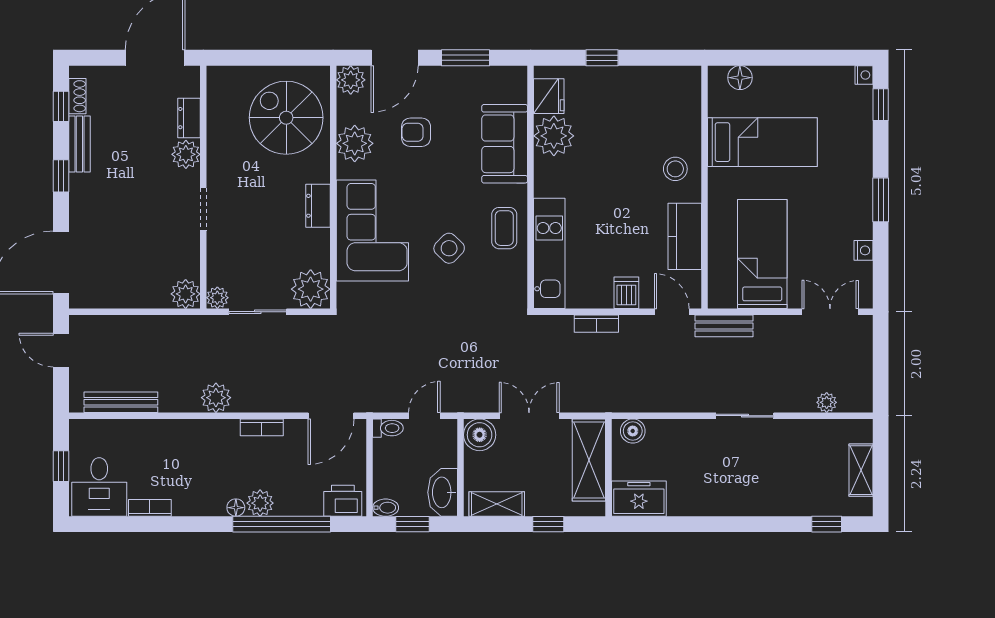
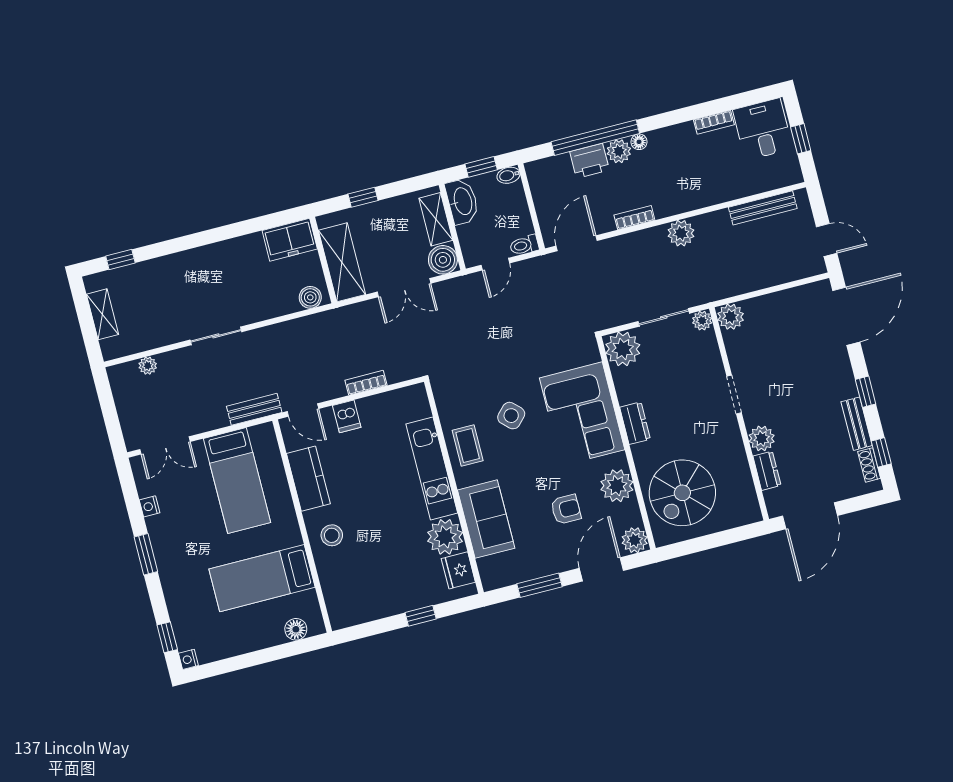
spiral stairs: (286, 118) -> (682, 493), turned 90
kitchen unit: (549, 253) -> (432, 468), moved
printer: (343, 501) -> (589, 161), moved
shelving: (497, 504) -> (436, 219), moved, turned 90

